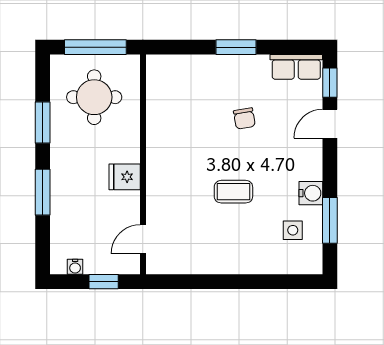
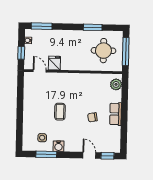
window: (236, 47) -> (124, 114), removed
plant: (170, 67) -> (116, 84), added
row of seats: (296, 67) -> (116, 114), moved
fridge: (125, 177) -> (54, 63), moved
window: (43, 192) -> (42, 26), moved

